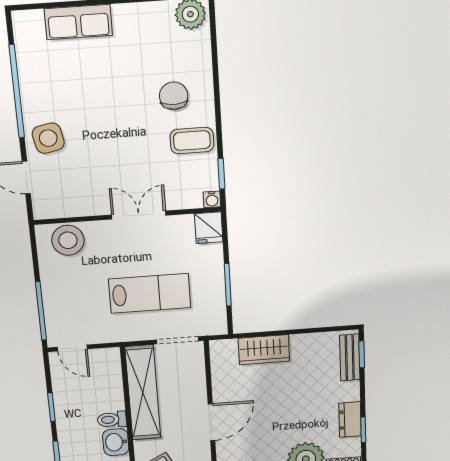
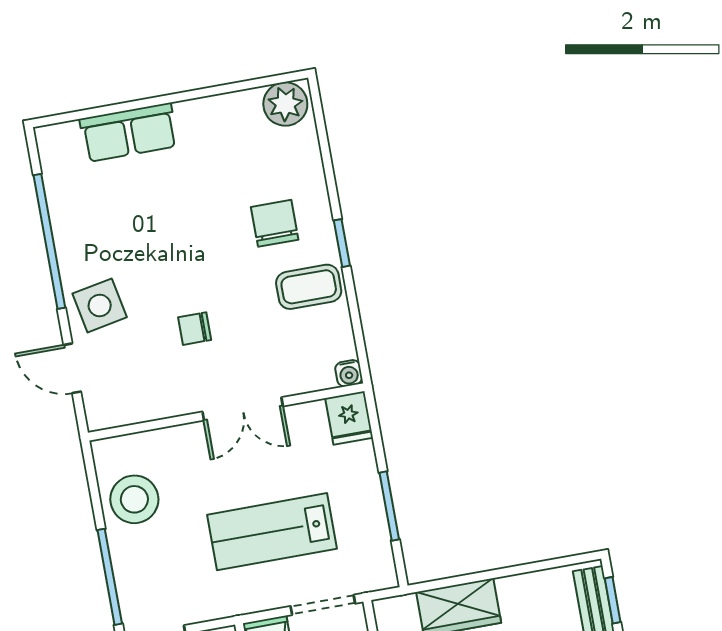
chair: (112, 160) -> (195, 329), added
window: (221, 174) -> (342, 243), moved
double door: (139, 215) -> (243, 409), swing flipped
stool: (68, 240) -> (134, 499), moved
lab bench: (150, 293) -> (272, 532), turned 180

